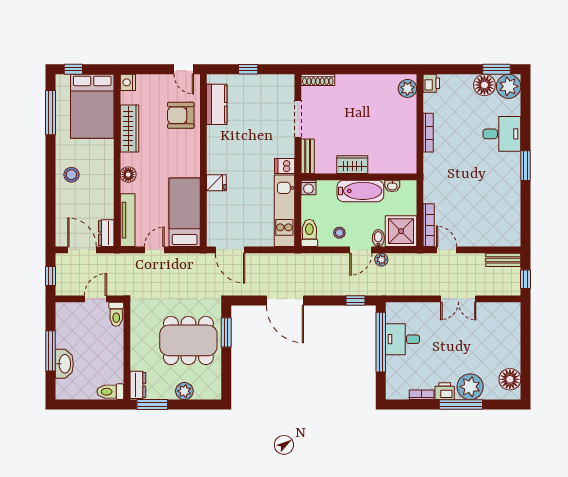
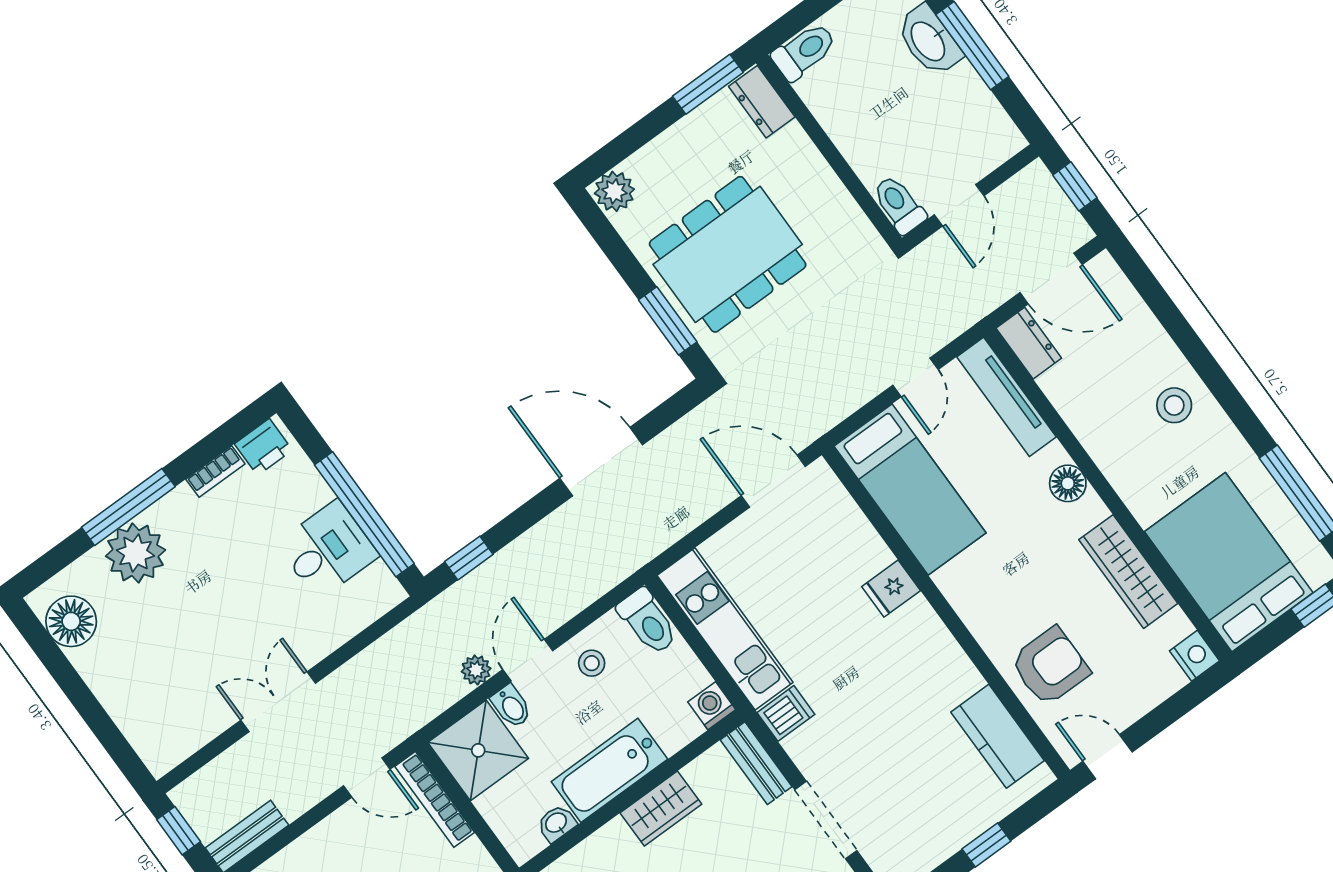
plant: (184, 391) -> (614, 191), moved
printer: (445, 391) -> (263, 447), moved

